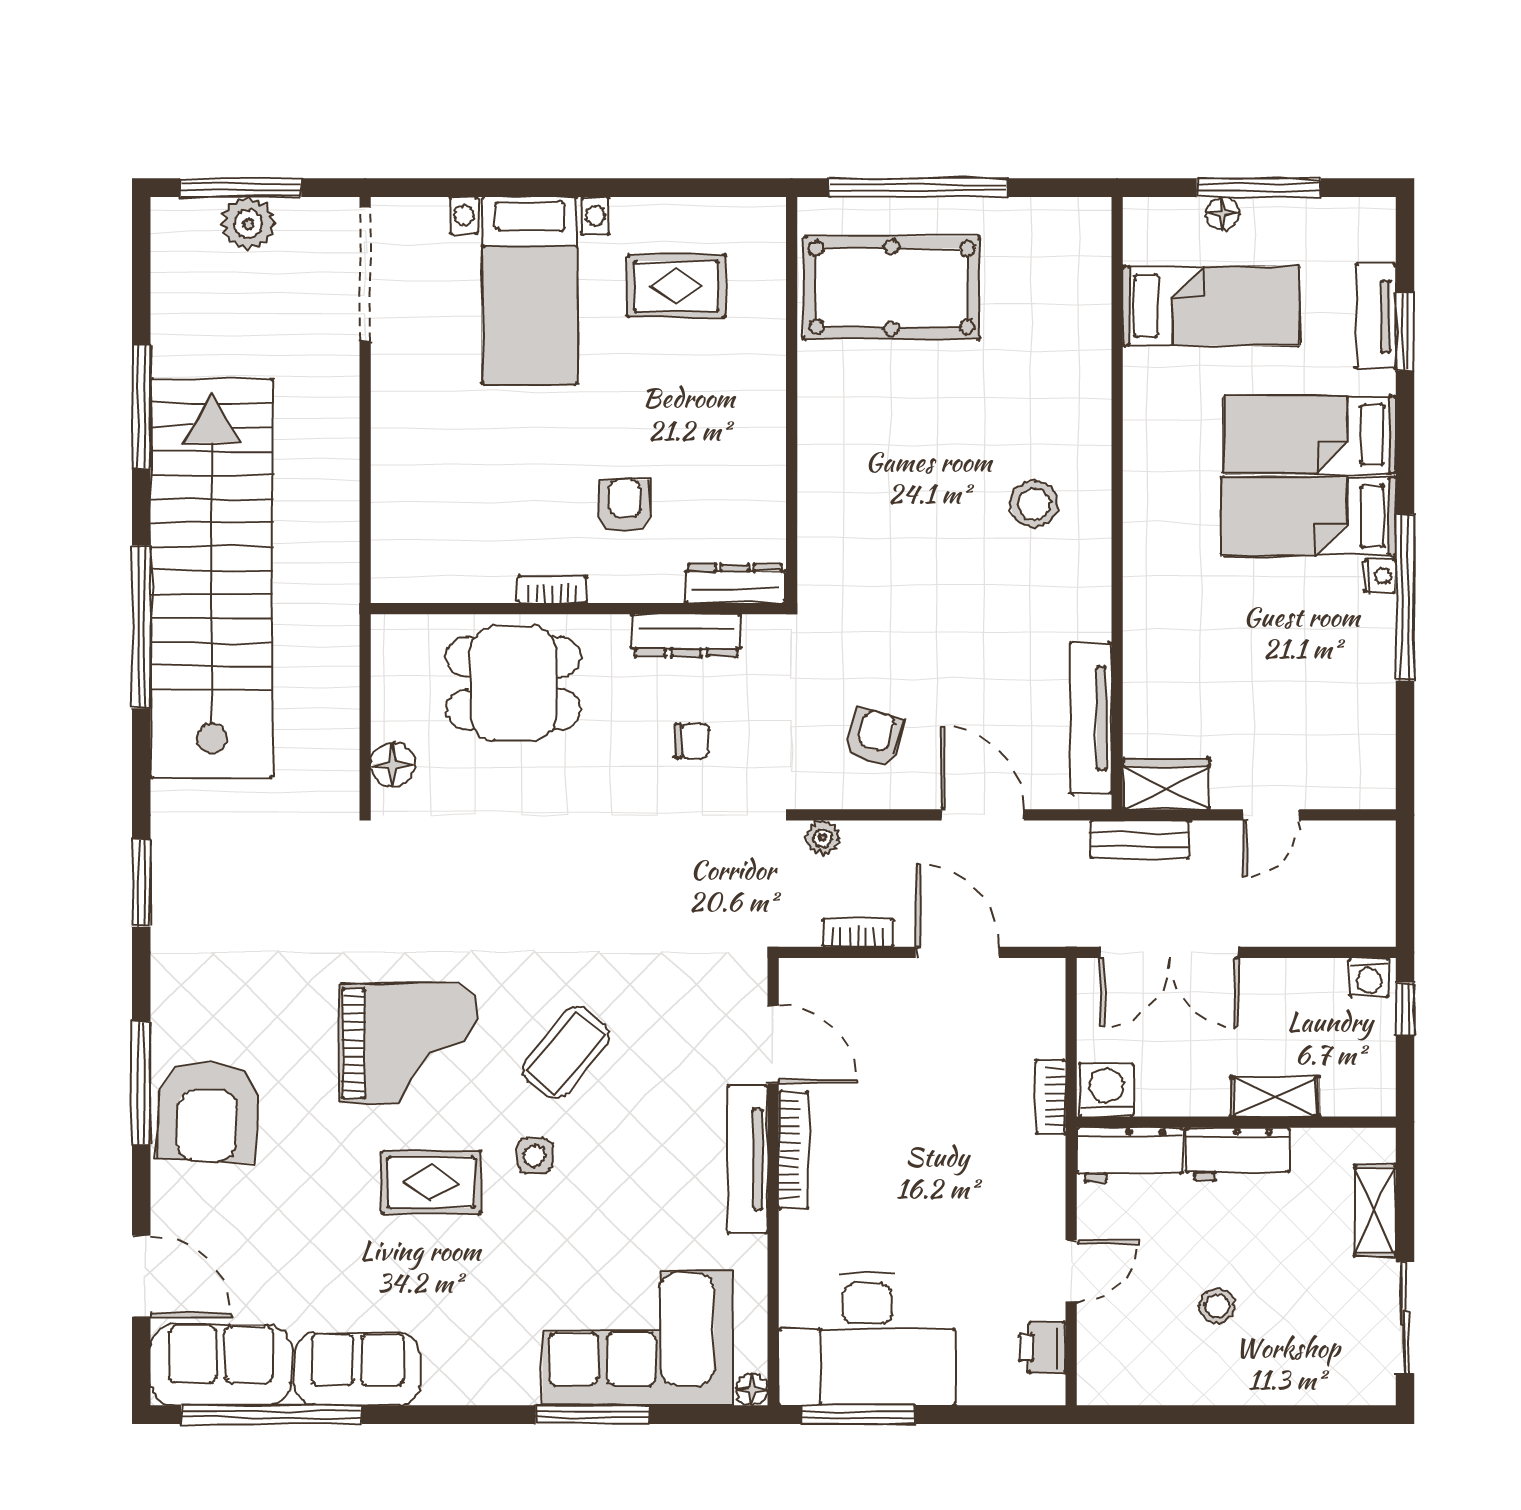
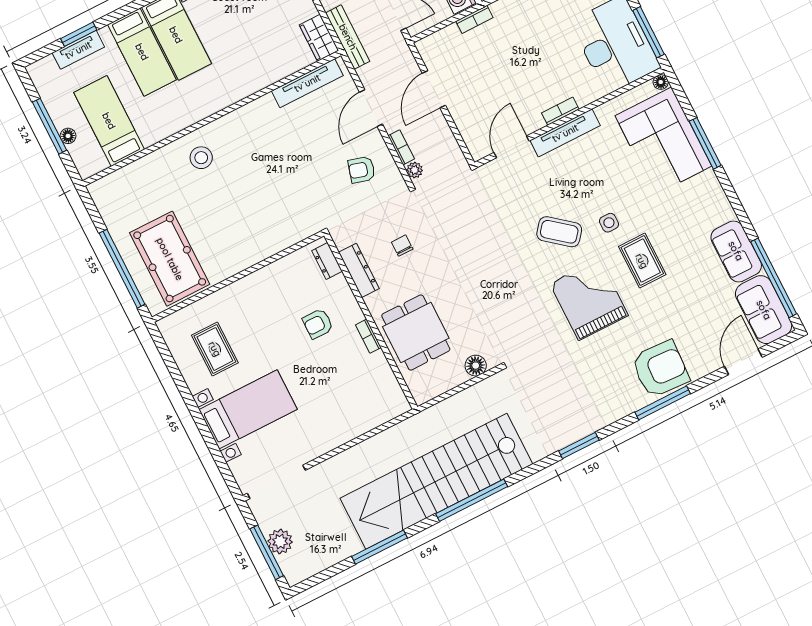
stool: (1034, 504) -> (201, 158), moved
dresser: (735, 584) -> (327, 261), width x0.70
bench: (1140, 839) -> (348, 37), width x1.36
bookcase: (858, 933) -> (401, 147), moved, turned 180
bookcase: (794, 1150) -> (560, 111), width x0.64

